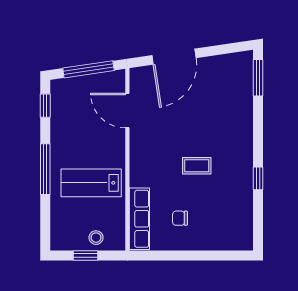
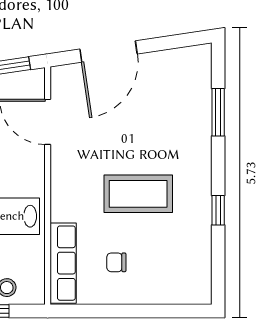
window: (258, 78) -> (218, 112), moved
coffee table: (197, 166) -> (138, 194), width x1.86, depth x1.72

